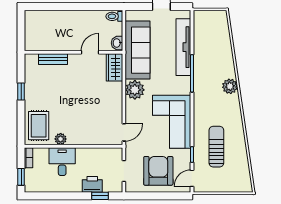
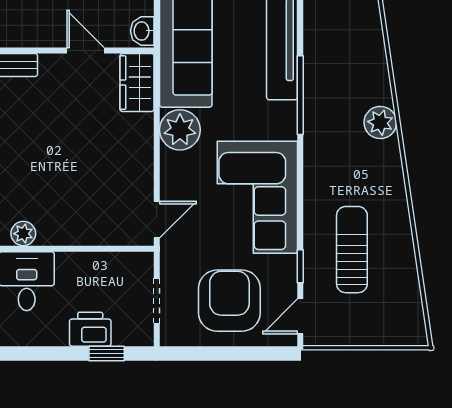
door: (90, 52) -> (85, 51), hinge flipped

